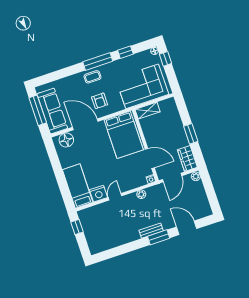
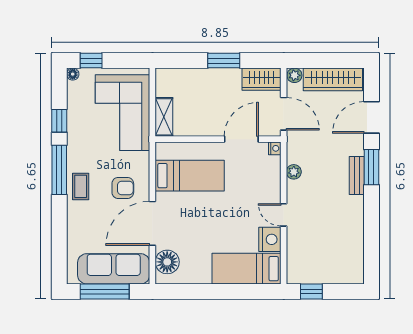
bed: (124, 135) -> (190, 176), width x0.67
wardrobe: (201, 199) -> (333, 79), added

